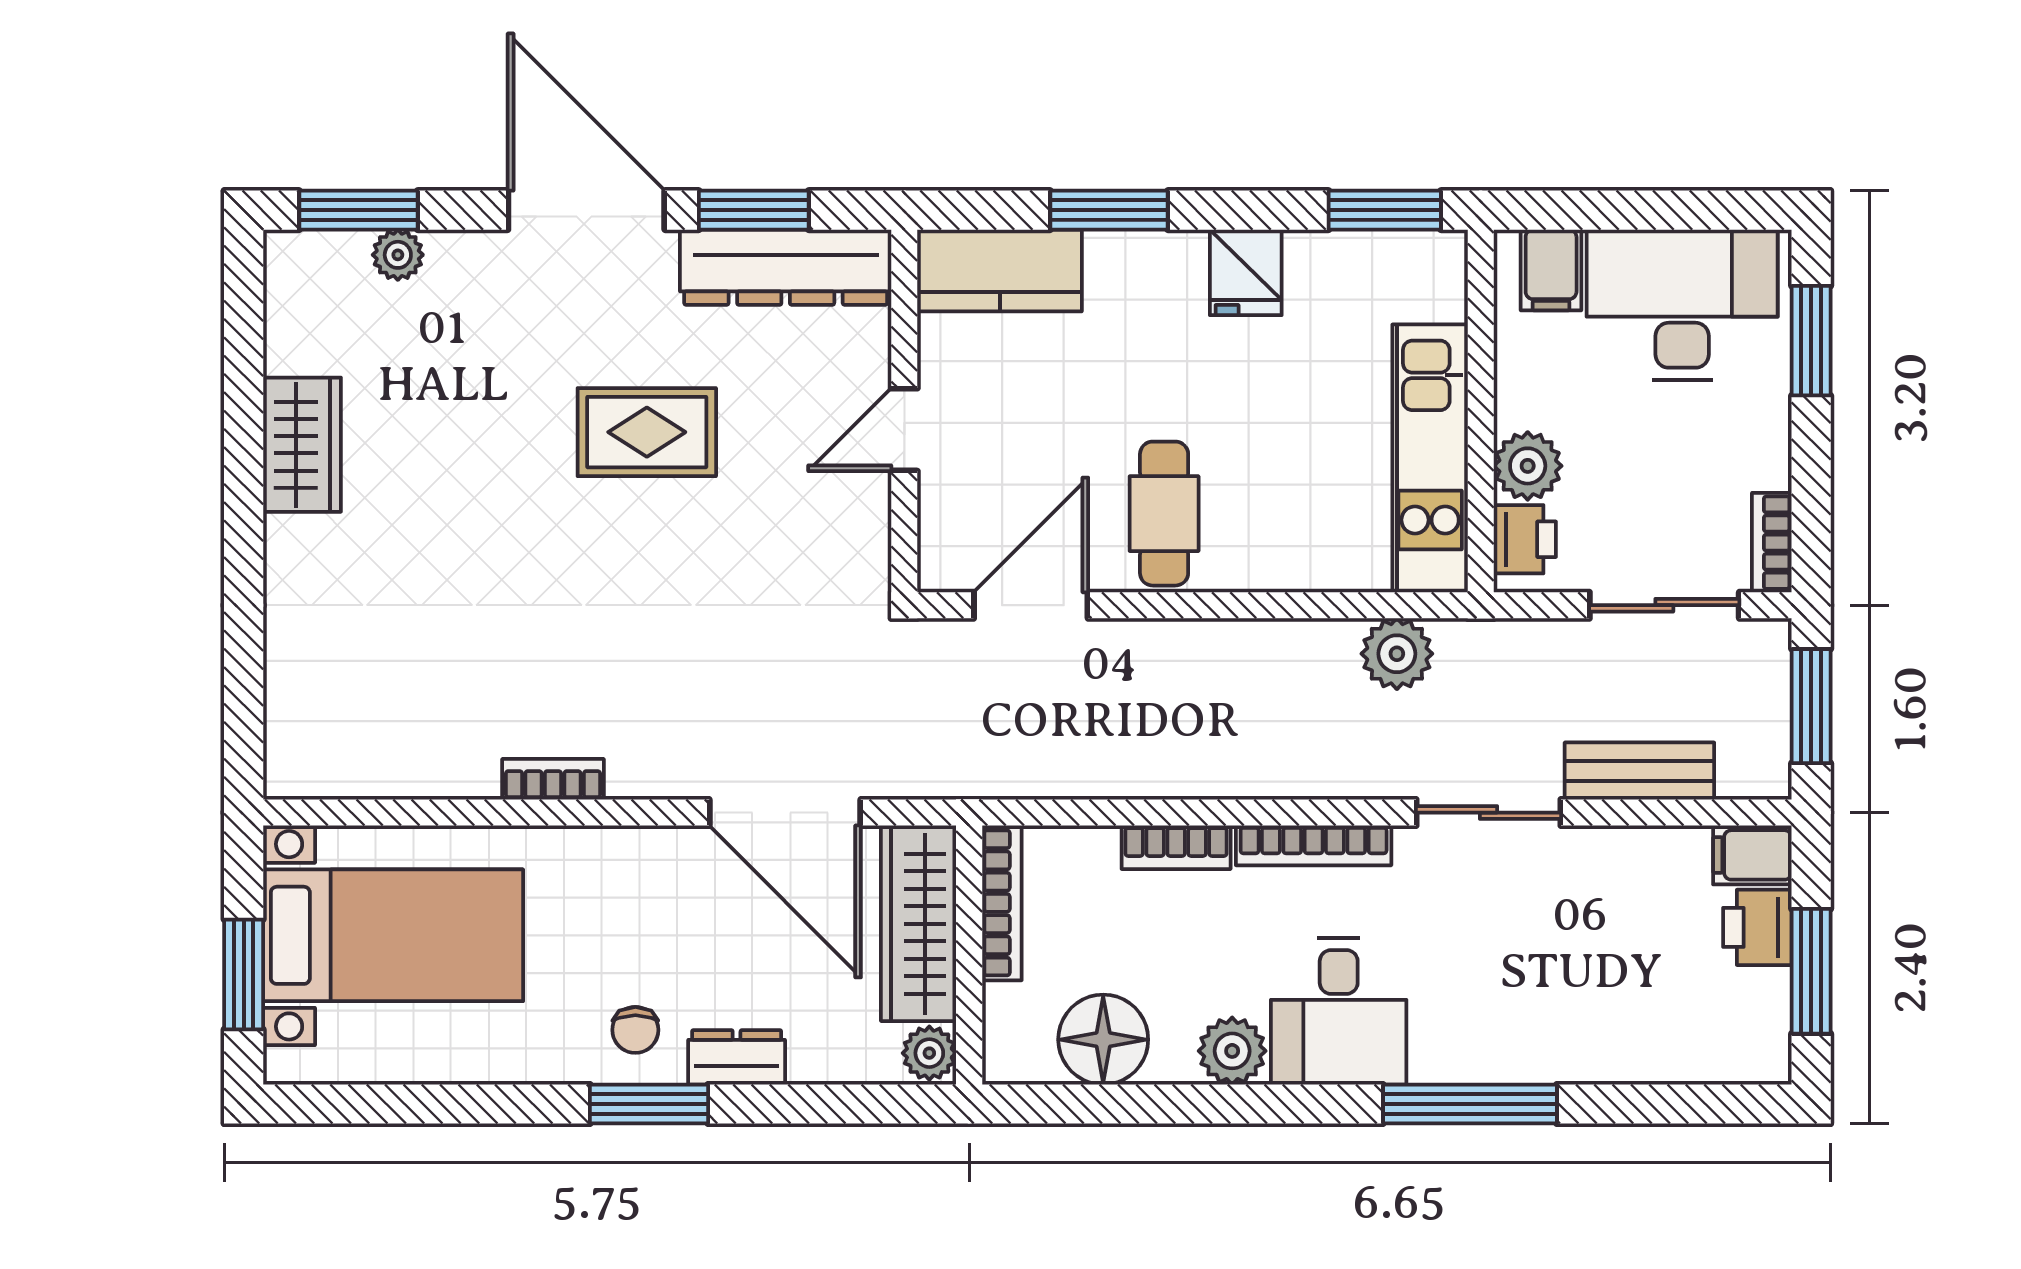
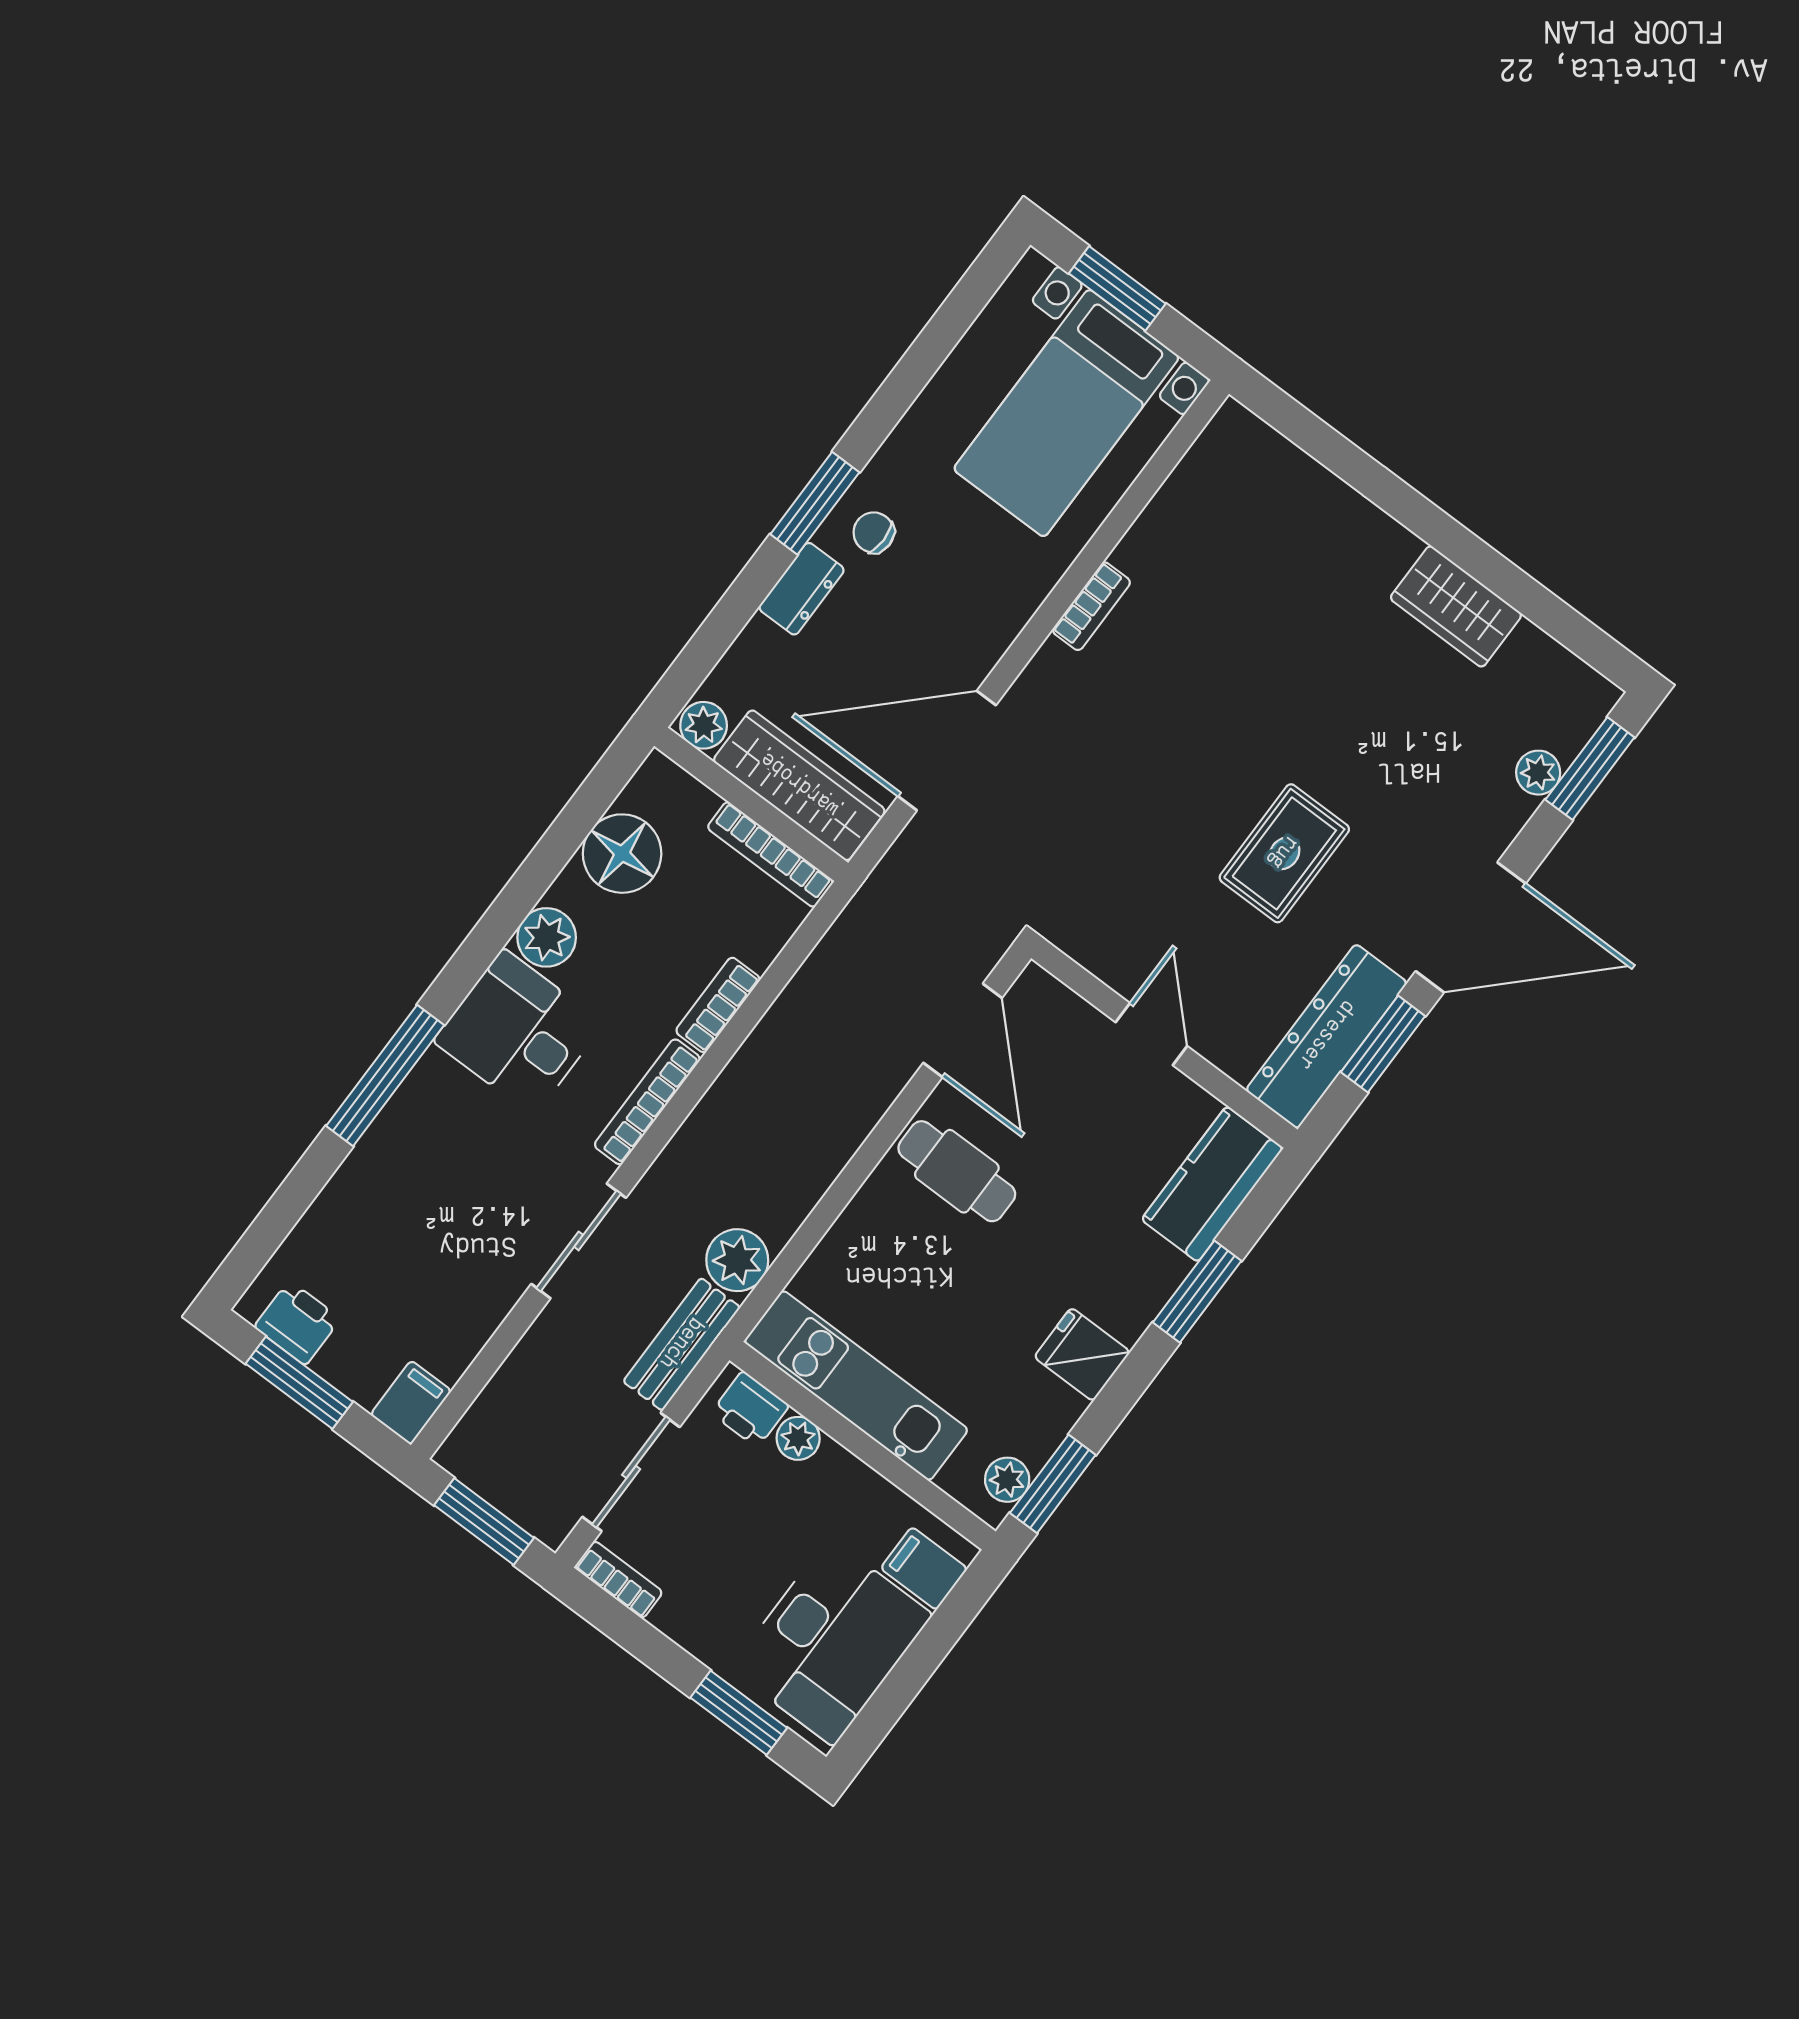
plant: (1412, 255) -> (1007, 1480), added
plant: (1528, 466) -> (798, 1438), width x0.73, depth x0.73
bench: (1639, 771) -> (682, 1344), moved
printer: (1757, 927) -> (297, 1323), moved

